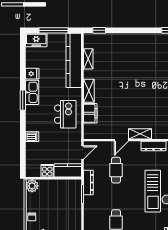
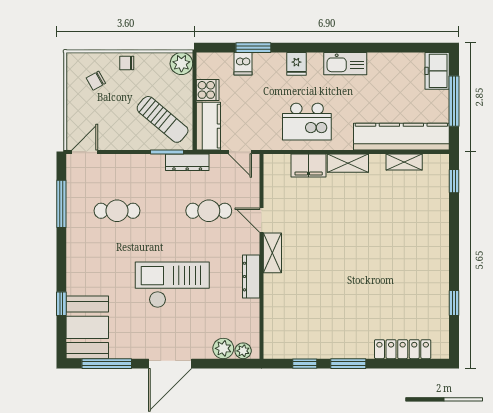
fridge: (32, 74) -> (296, 64), moved
window: (23, 100) -> (253, 48), moved
dishwasher: (32, 137) -> (243, 64), moved
sun lounger: (64, 197) -> (163, 119), added

